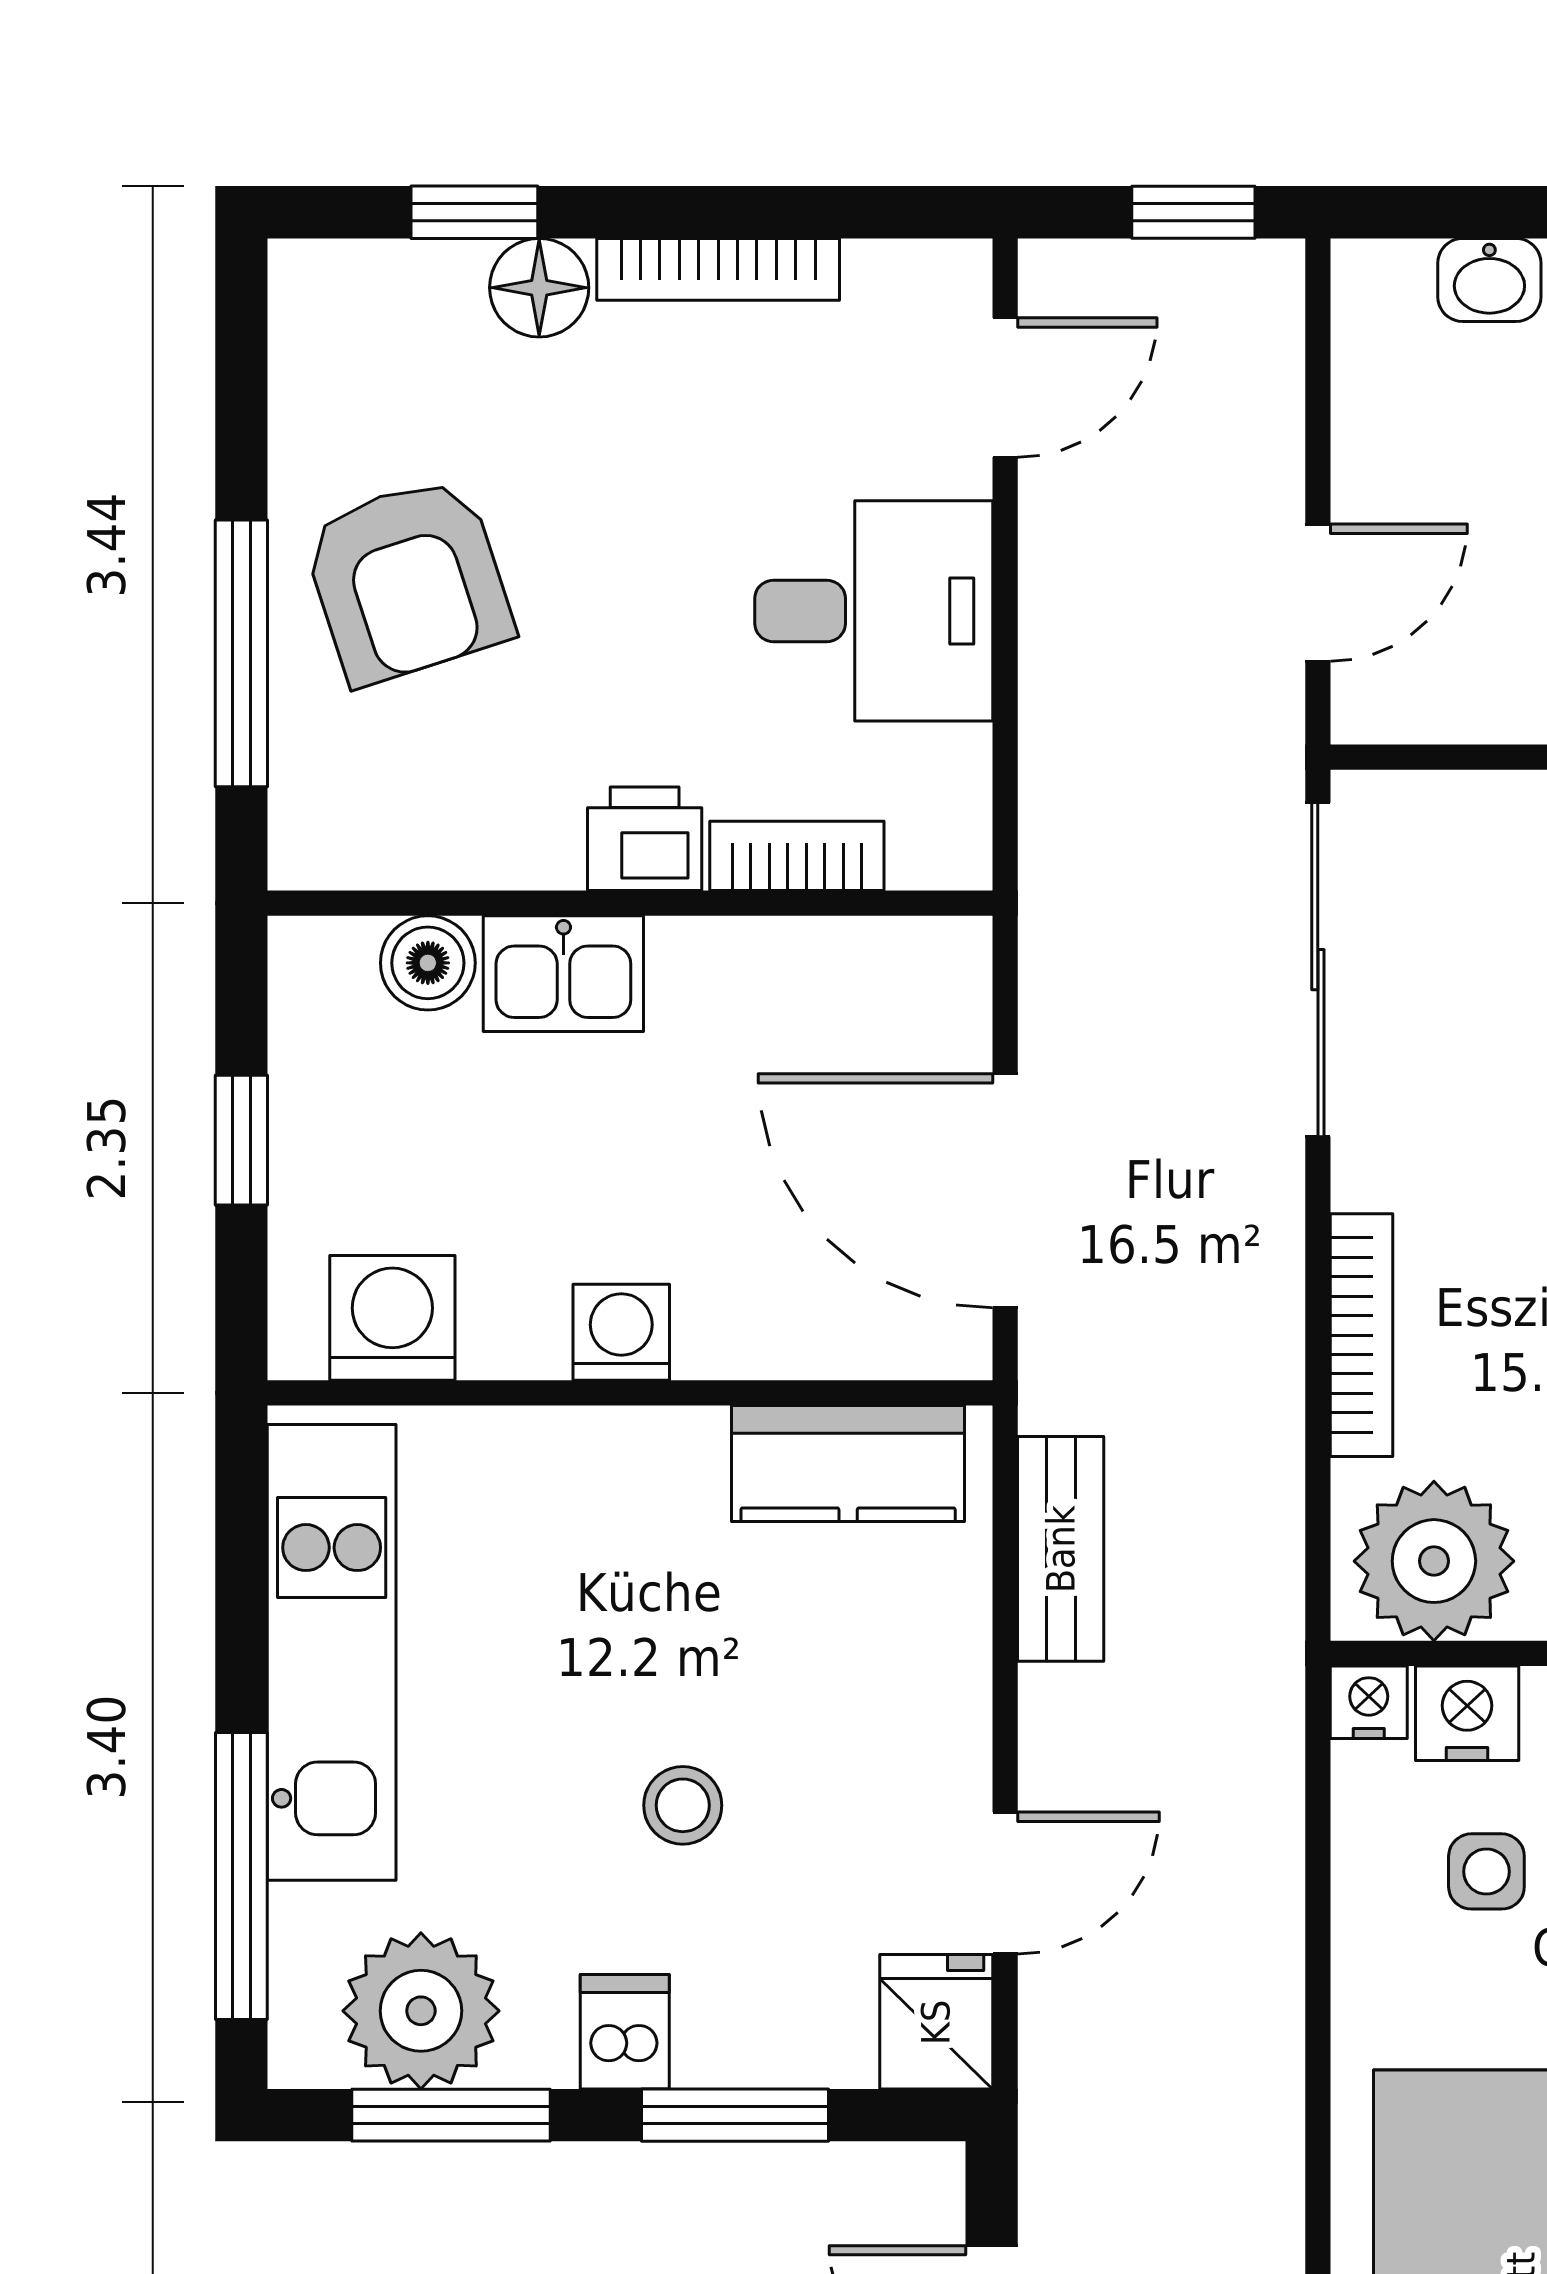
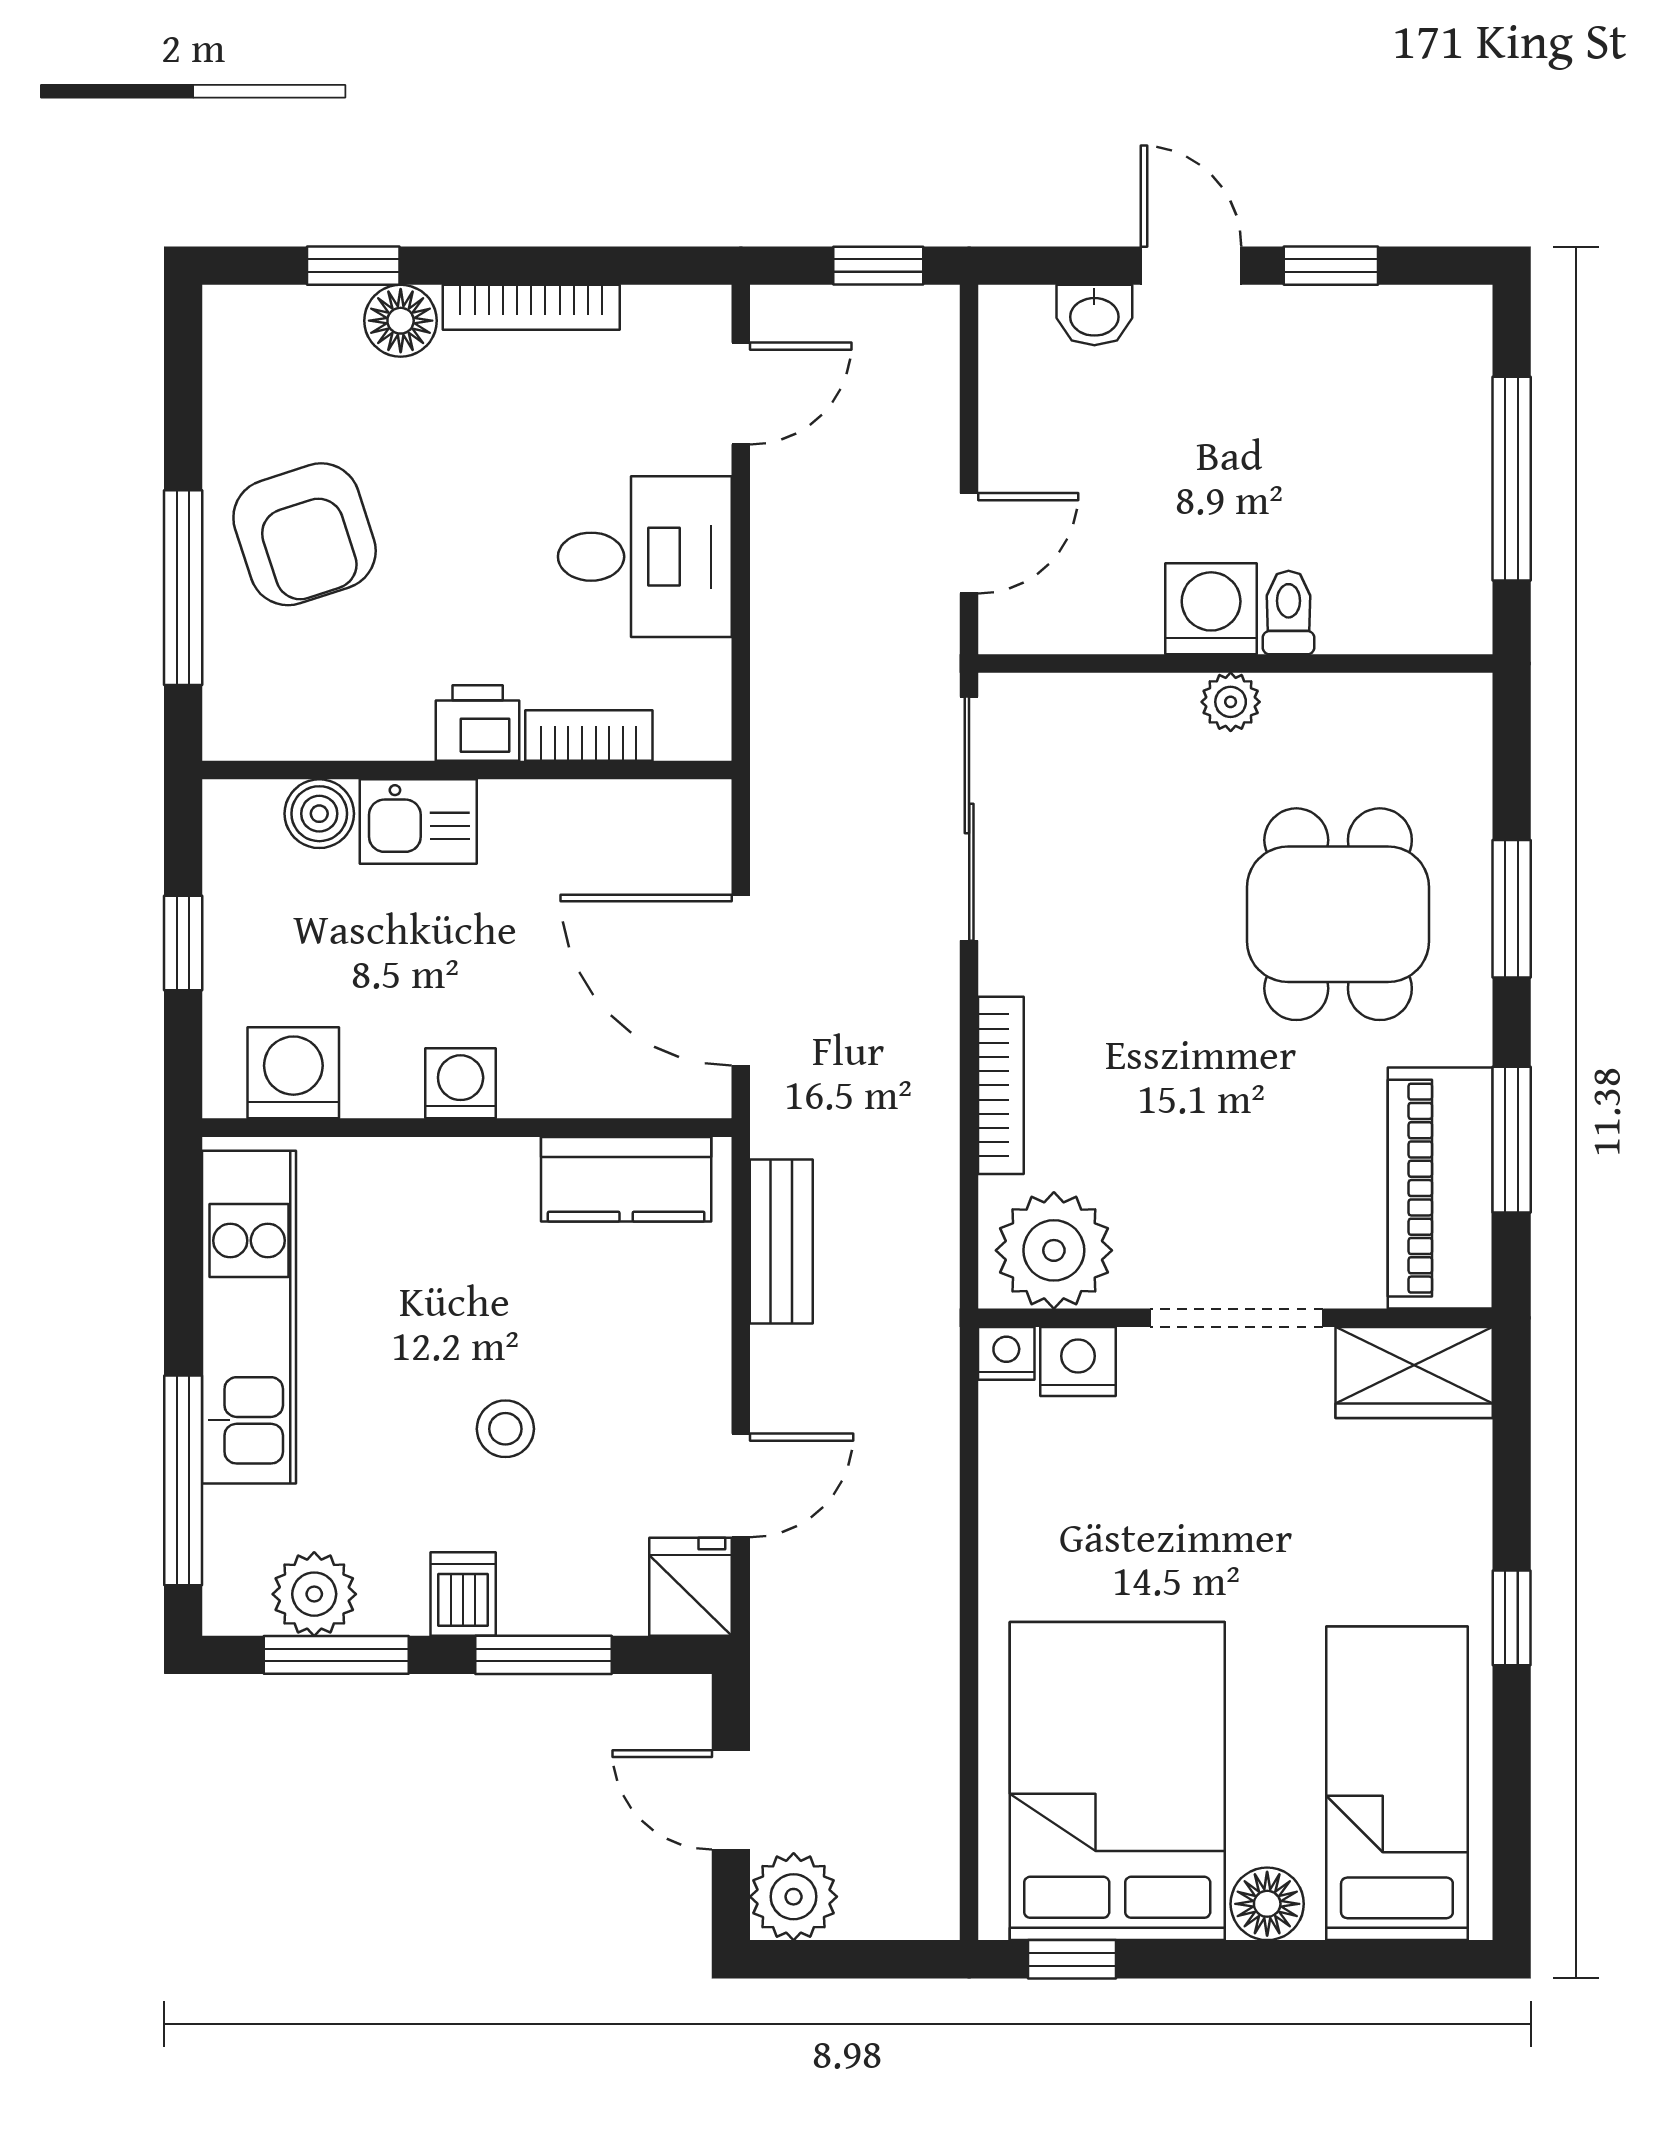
side table: (1486, 1871) -> (1092, 1477), removed
plant: (421, 2011) -> (314, 1594), width x0.73, depth x0.73

